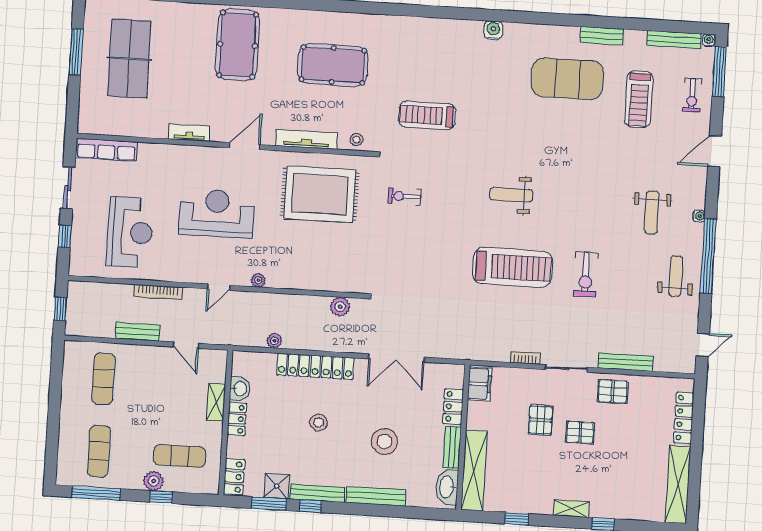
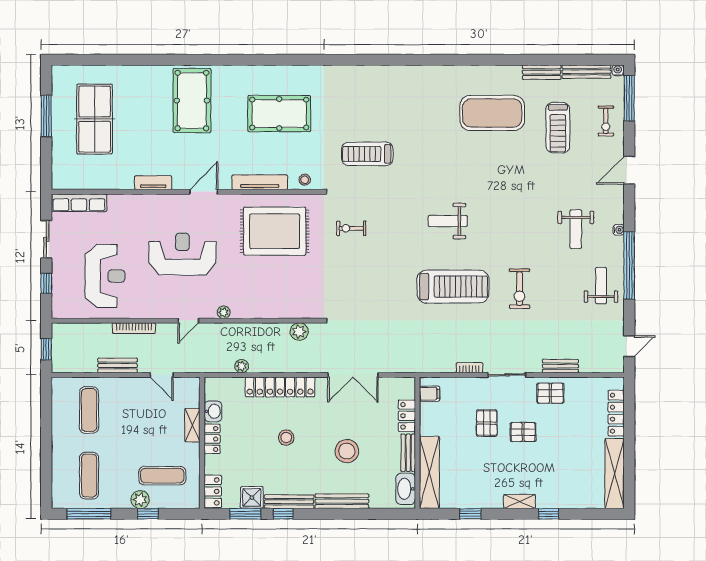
water cooler: (493, 30) -> (422, 73), removed
bench: (602, 36) -> (542, 72), moved
bench: (626, 362) -> (560, 366), width x0.73
filing cabinet: (480, 384) -> (430, 394), width x0.50

